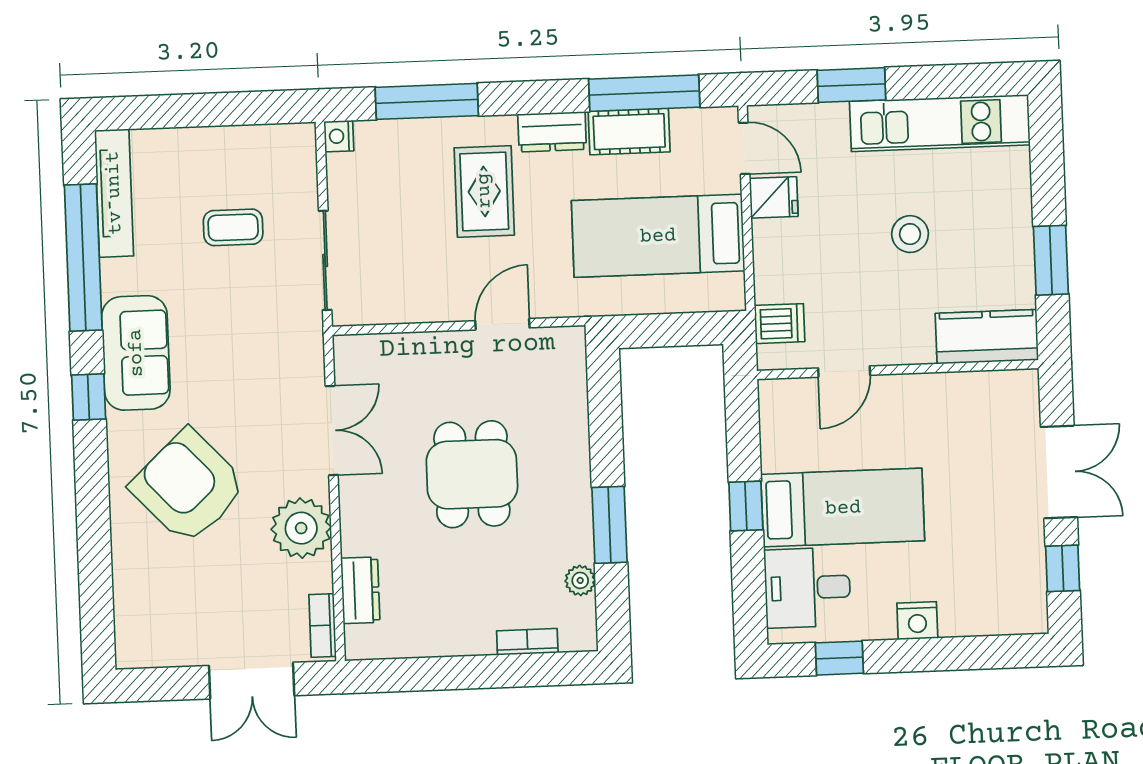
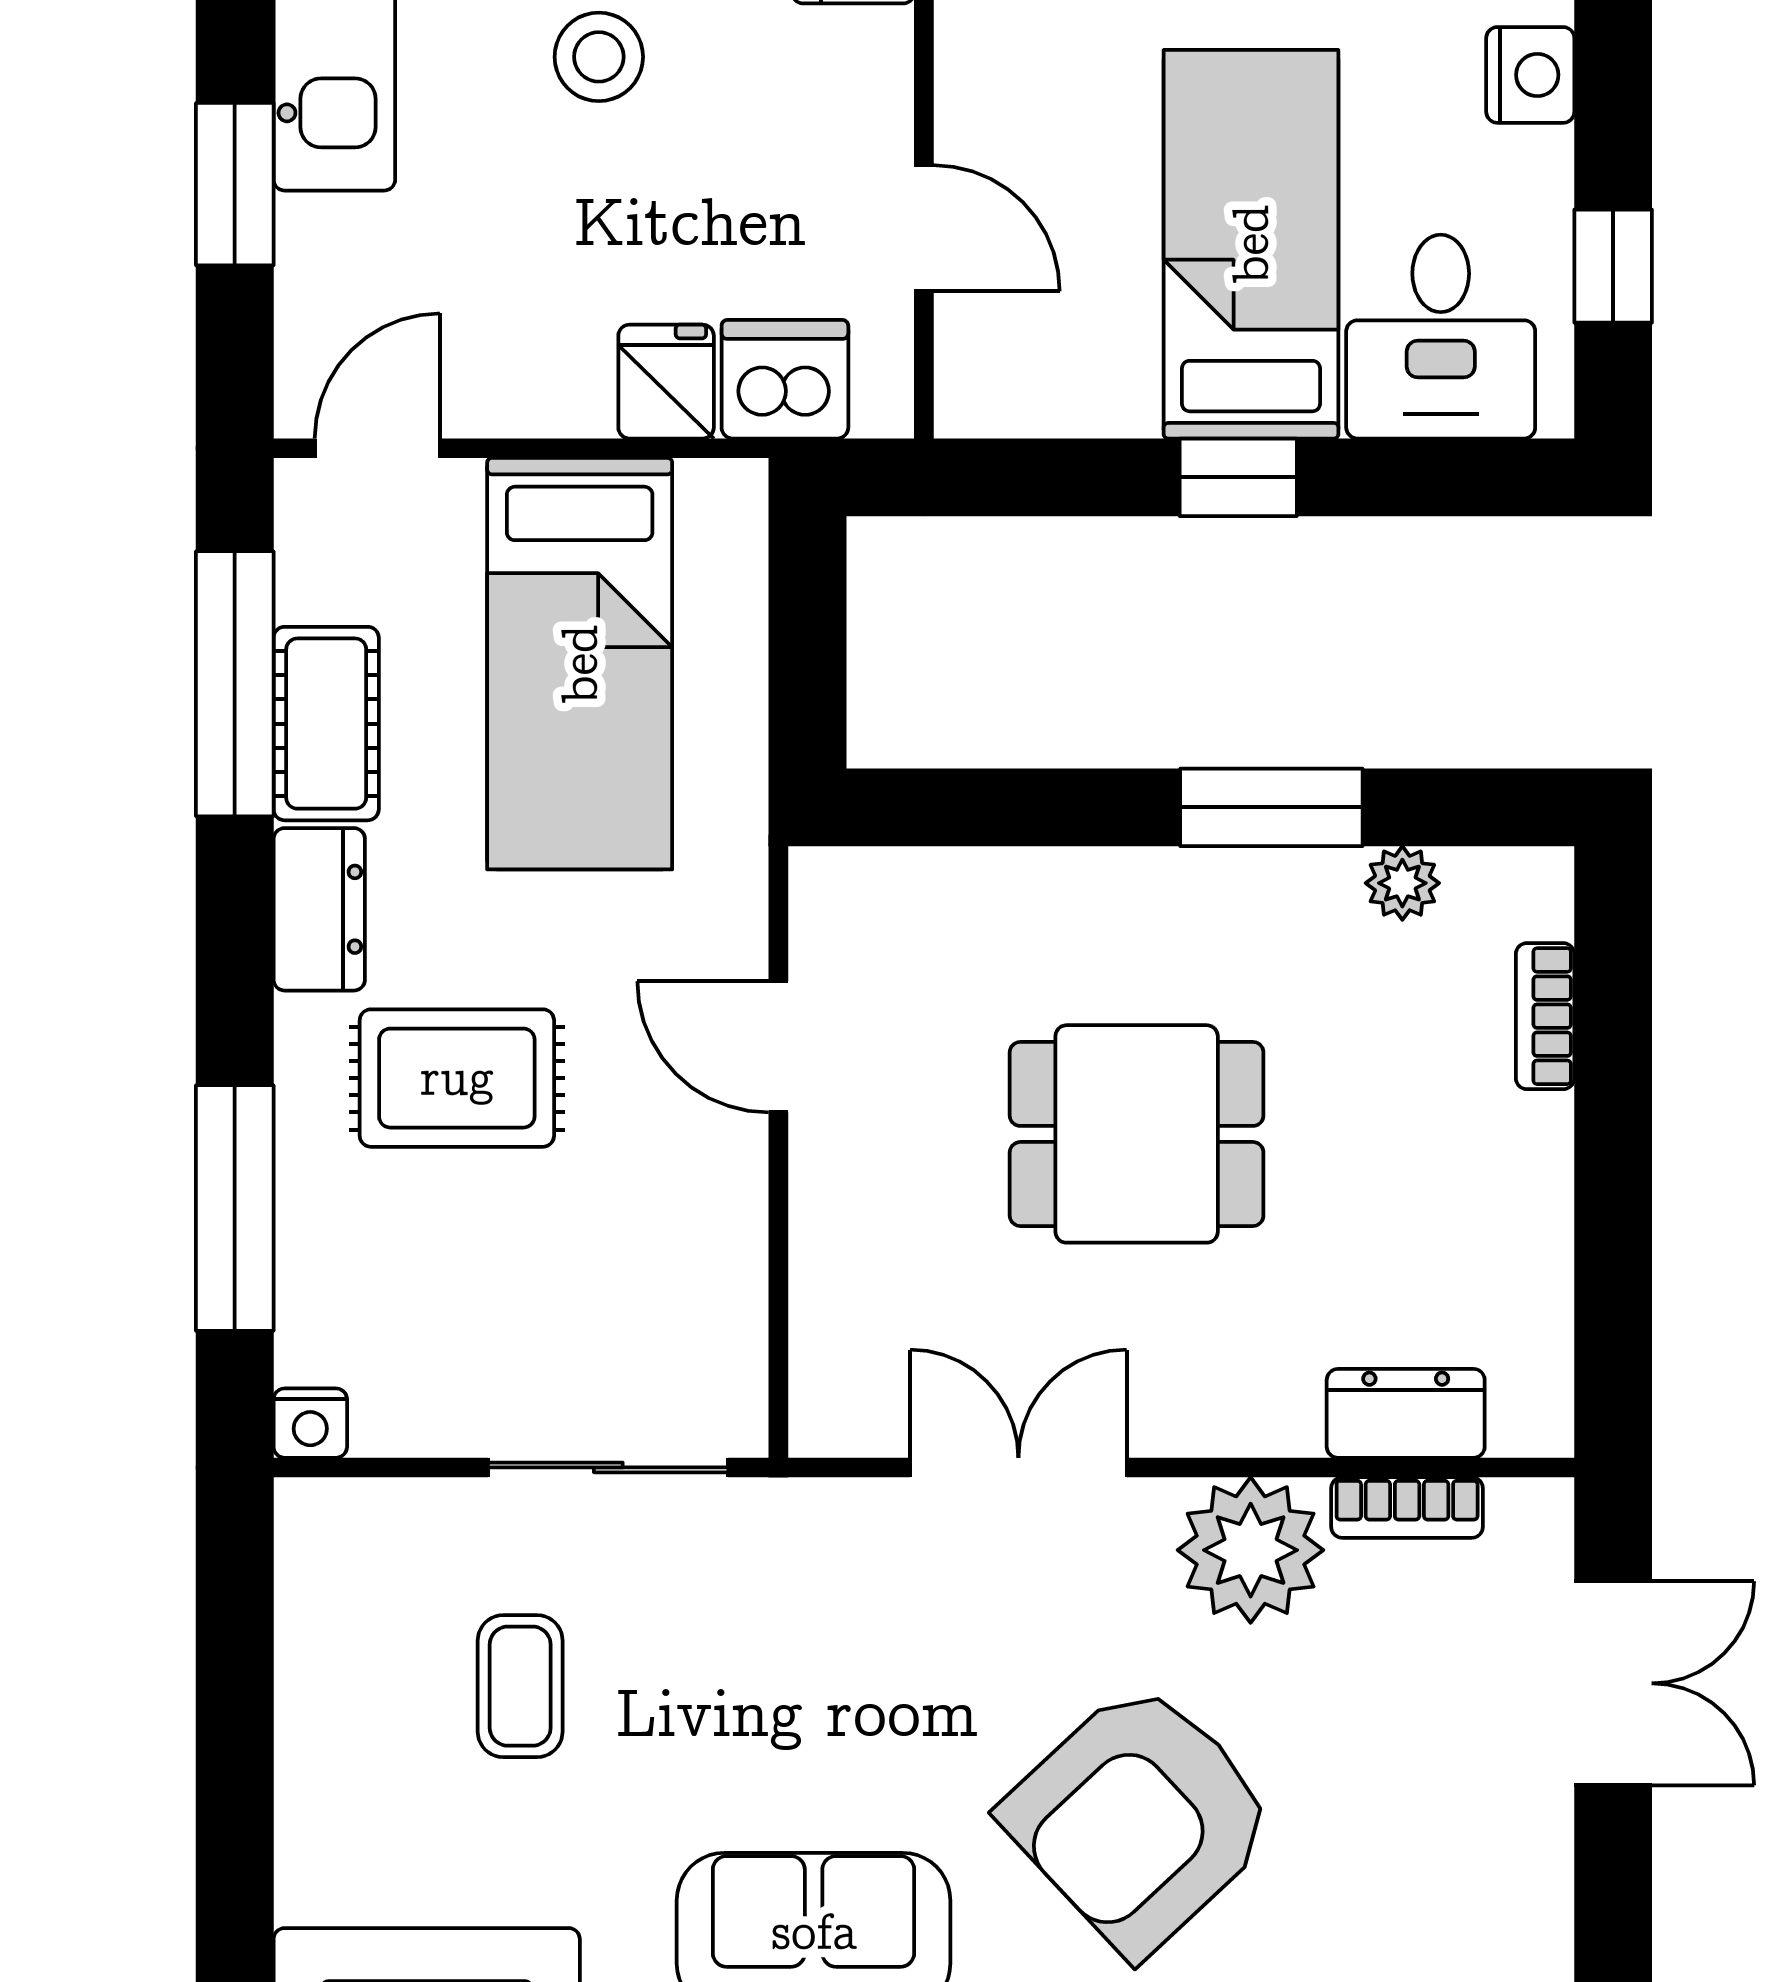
fridge: (774, 197) -> (666, 382), moved
dishwasher: (780, 324) -> (785, 379), width x1.38
bookcase: (323, 625) -> (1407, 1508), moved

